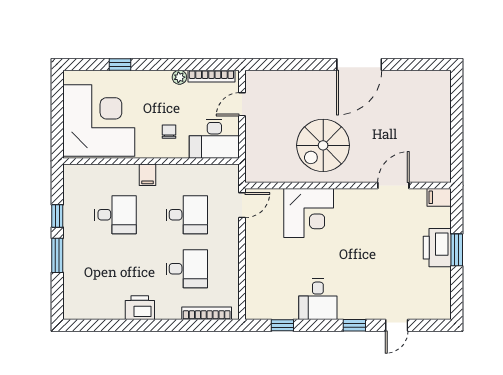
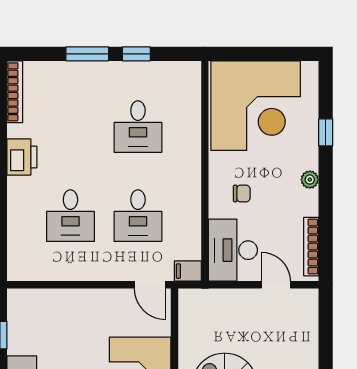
plant: (179, 77) -> (310, 180), moved
filing cabinet: (148, 175) -> (188, 271), moved
bookcase: (207, 313) -> (15, 92), moved

